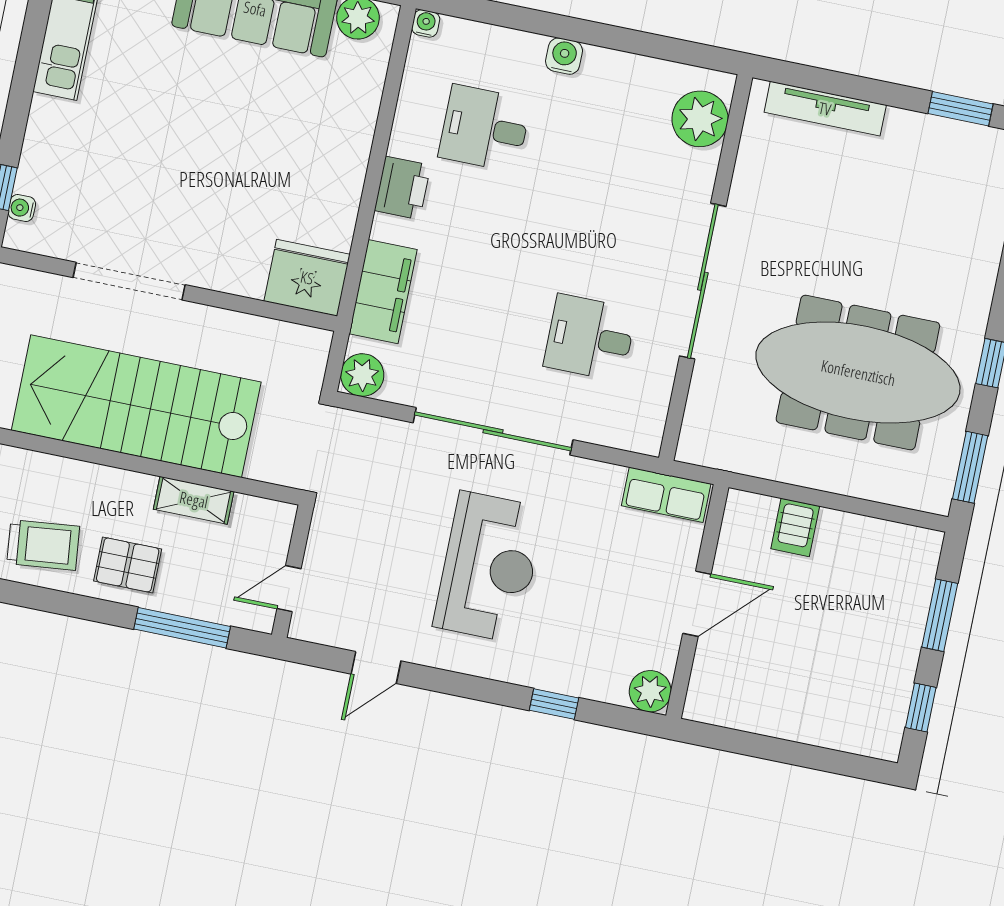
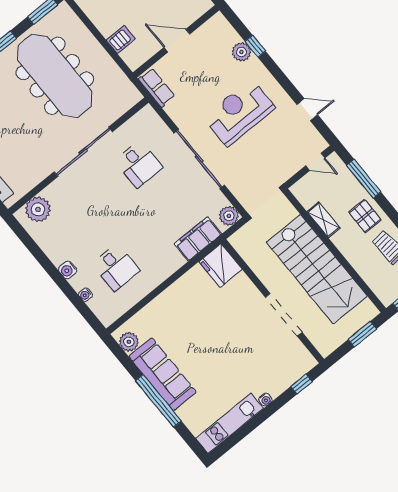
water cooler: (426, 23) -> (86, 295), moved
printer: (402, 188) -> (162, 270), removed
water cooler: (22, 208) -> (265, 400), moved
plant: (650, 691) -> (241, 52), moved

